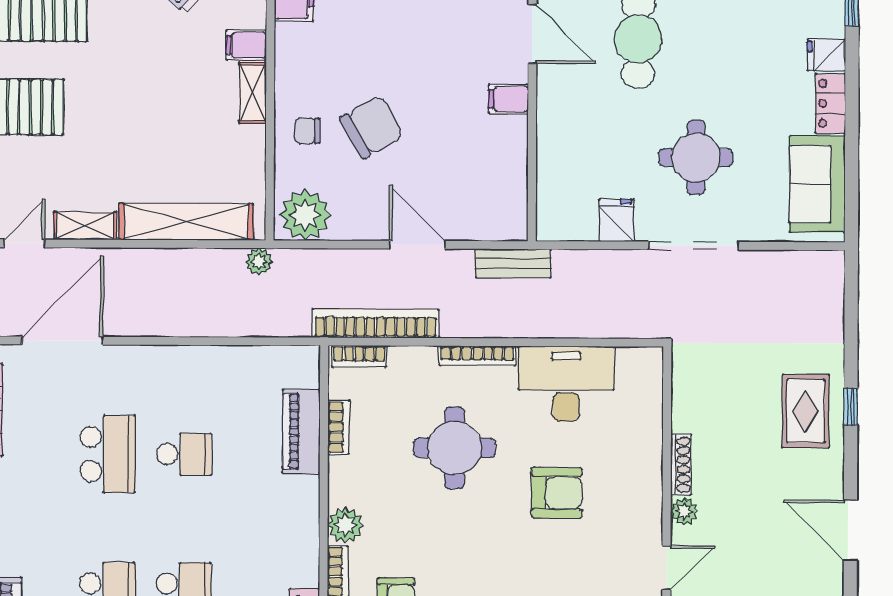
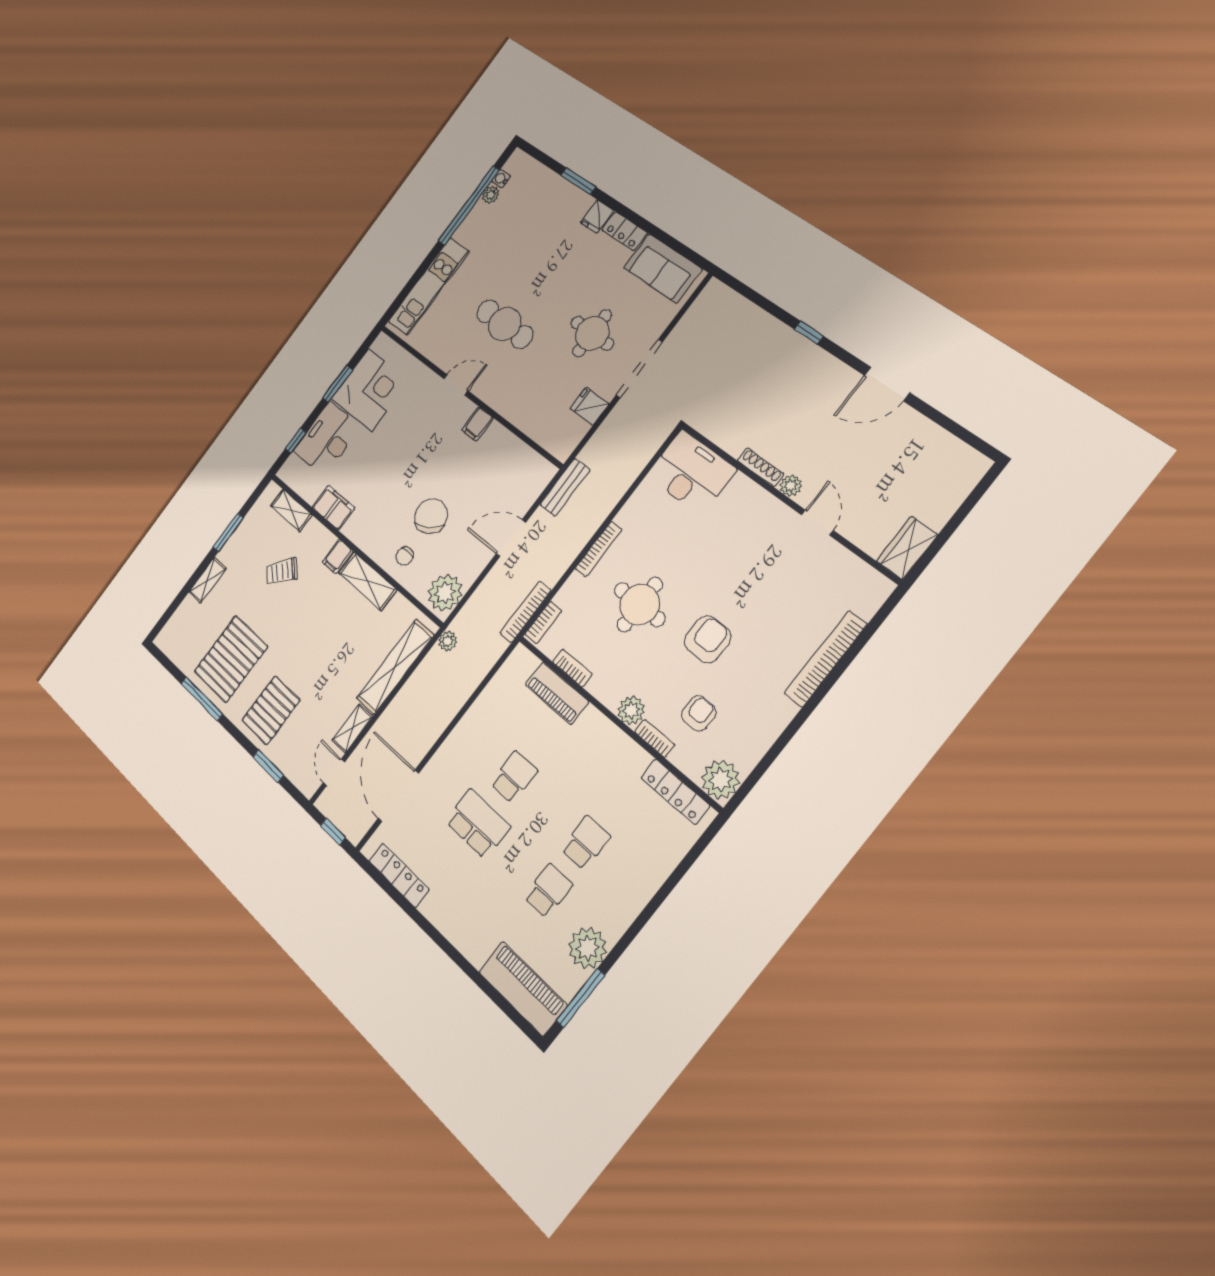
door: (532, 34) -> (456, 385), width x0.73
shelving: (253, 93) -> (368, 581), width x1.50, depth x1.33
bookcase: (376, 323) -> (526, 612), width x0.68, depth x0.76
desk: (566, 384) -> (691, 472), moved, turned 90
rug: (806, 411) -> (789, 364), removed
armchair: (557, 493) -> (708, 639), moved

